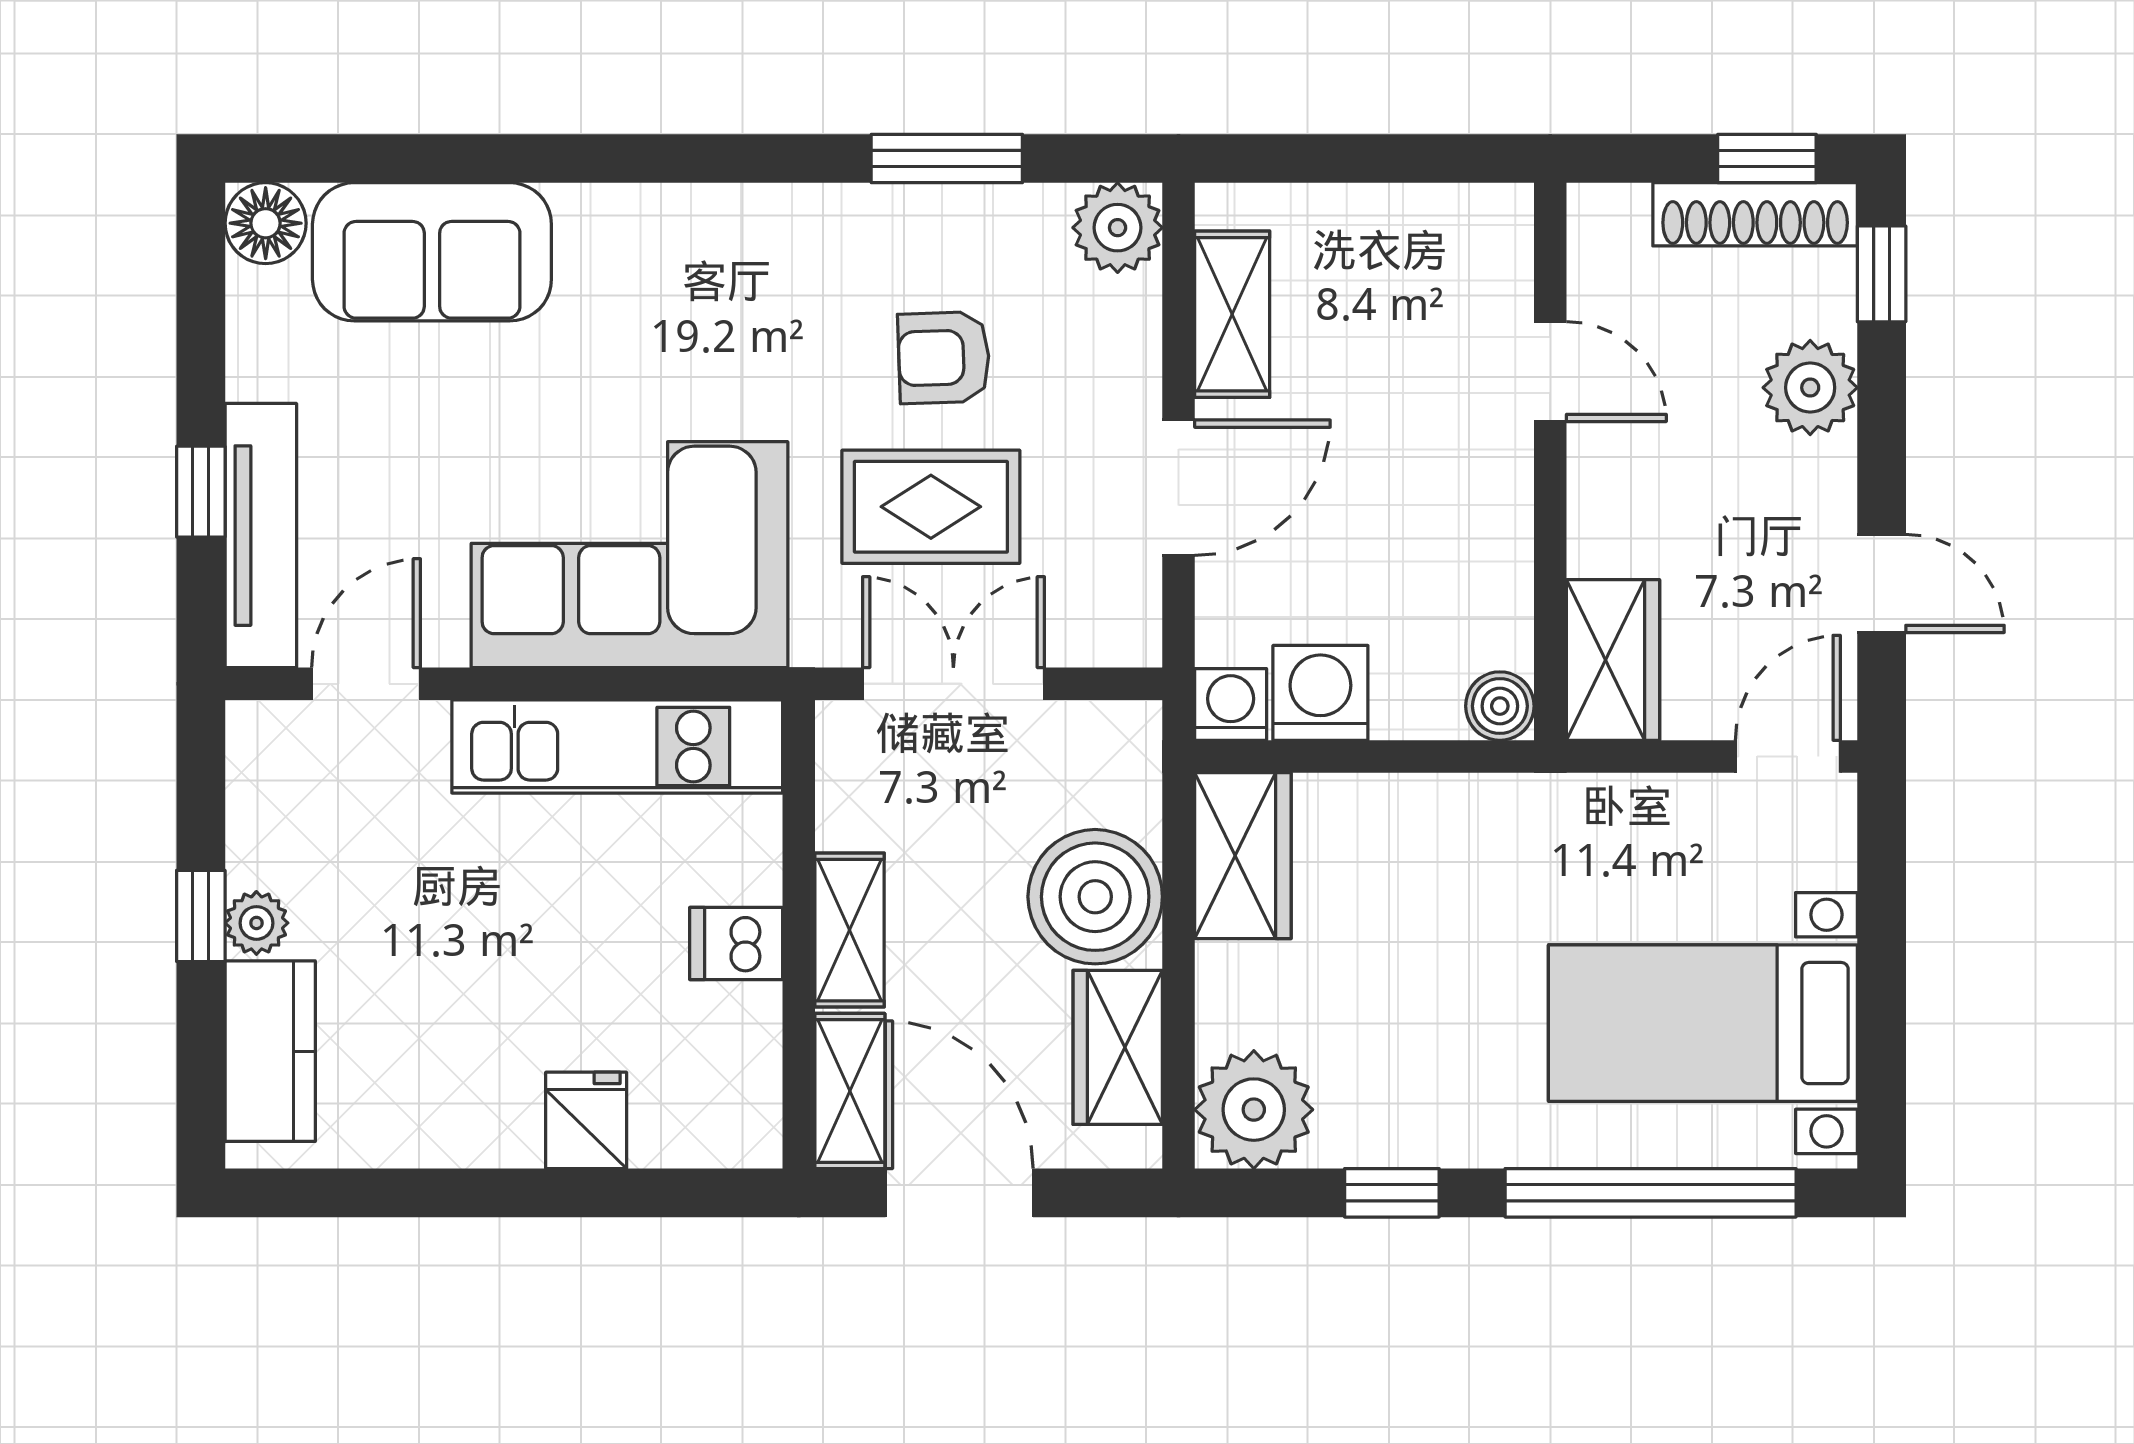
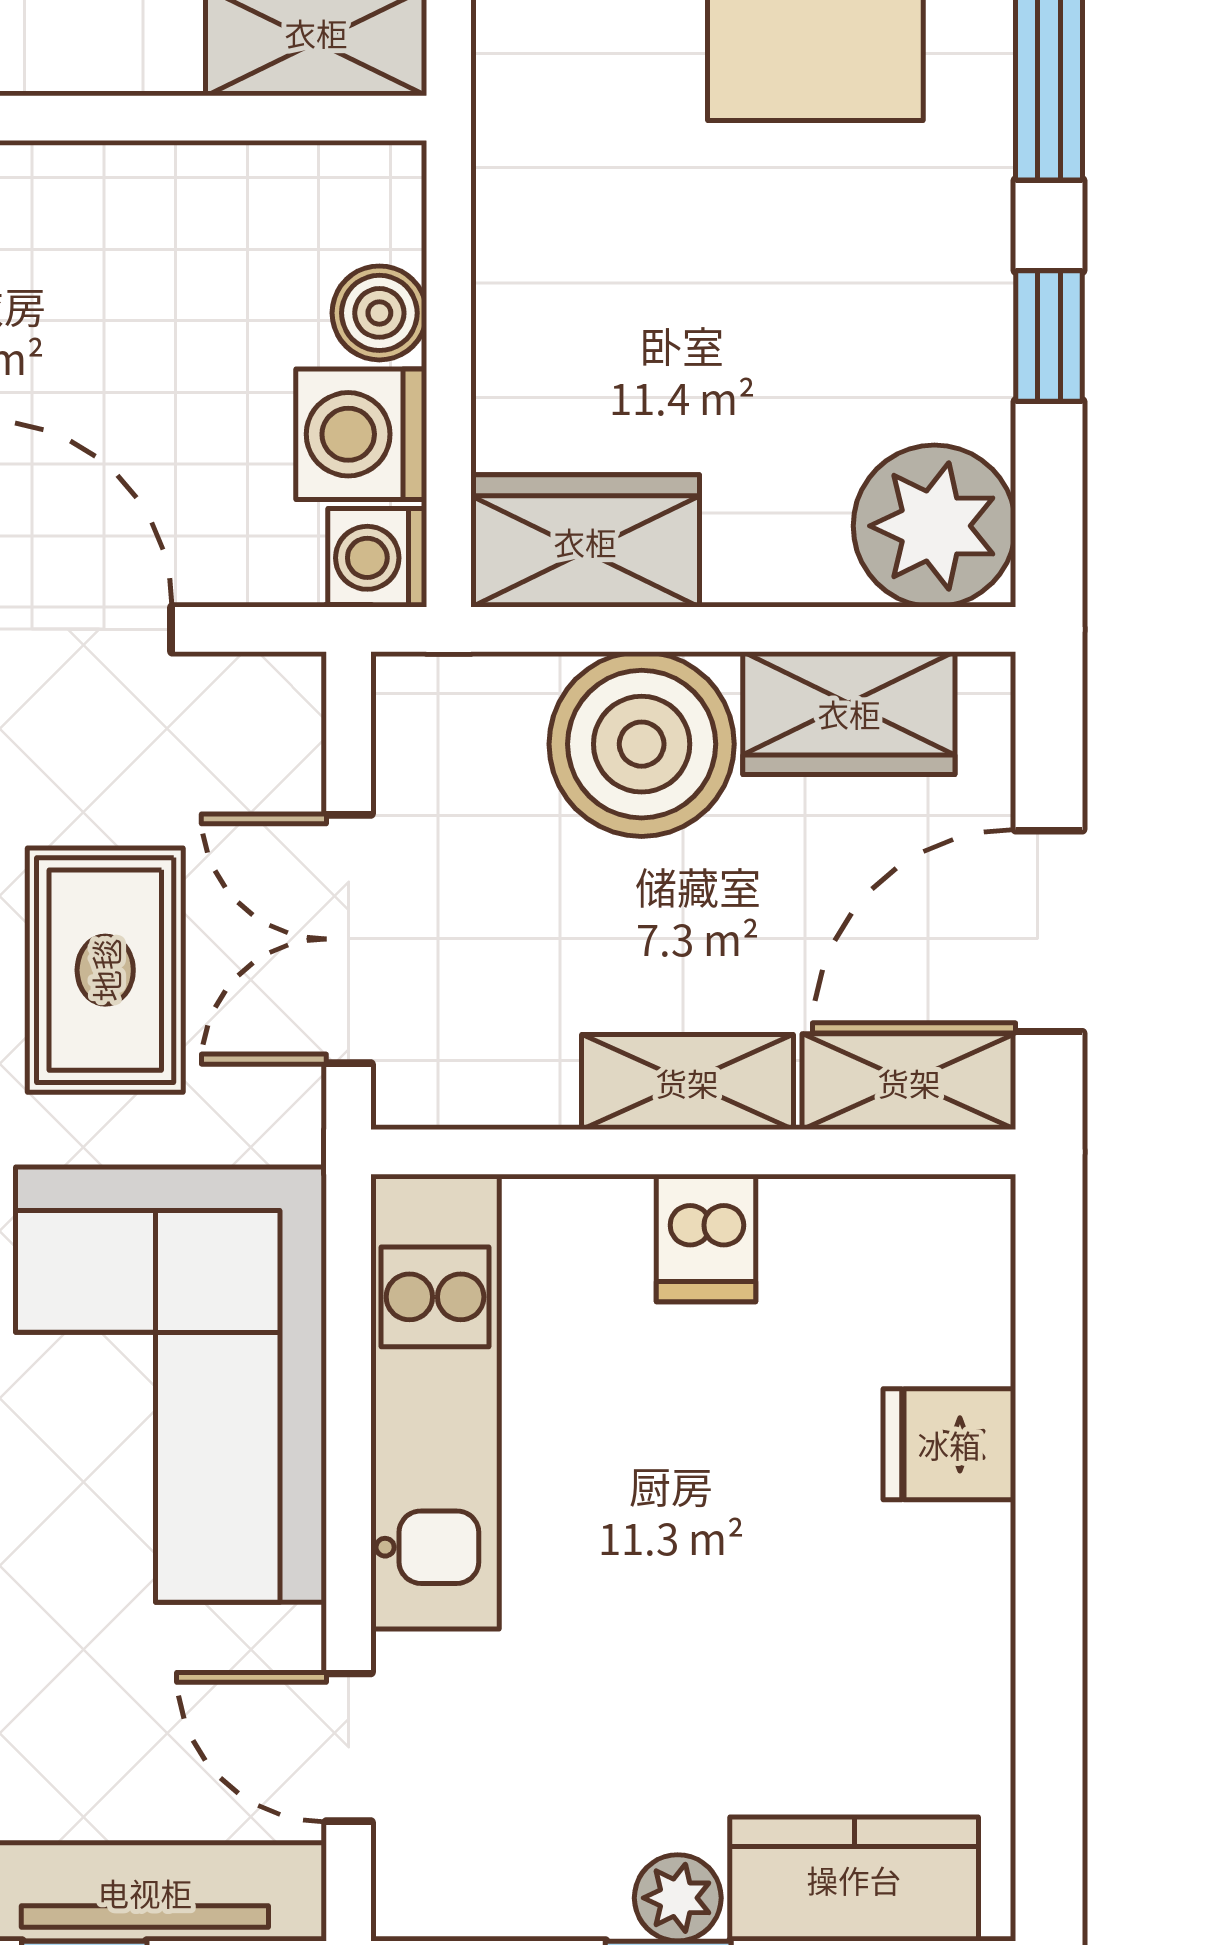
boiler: (1500, 706) -> (379, 313), moved

